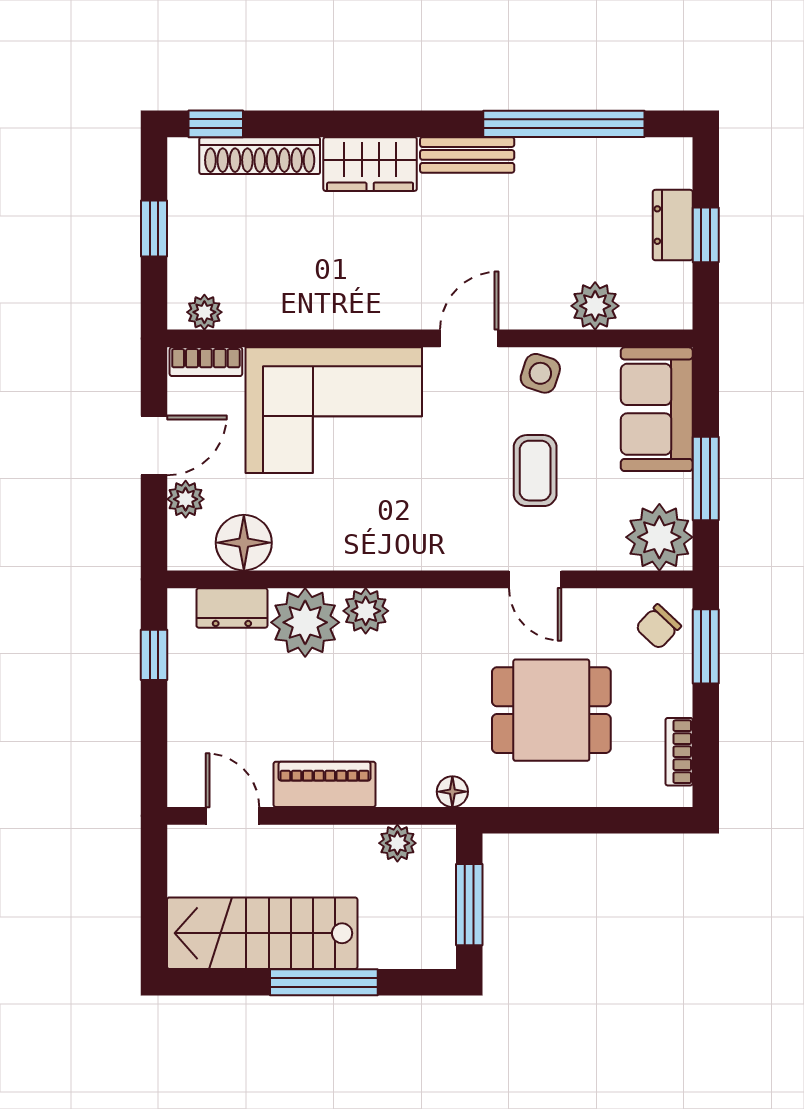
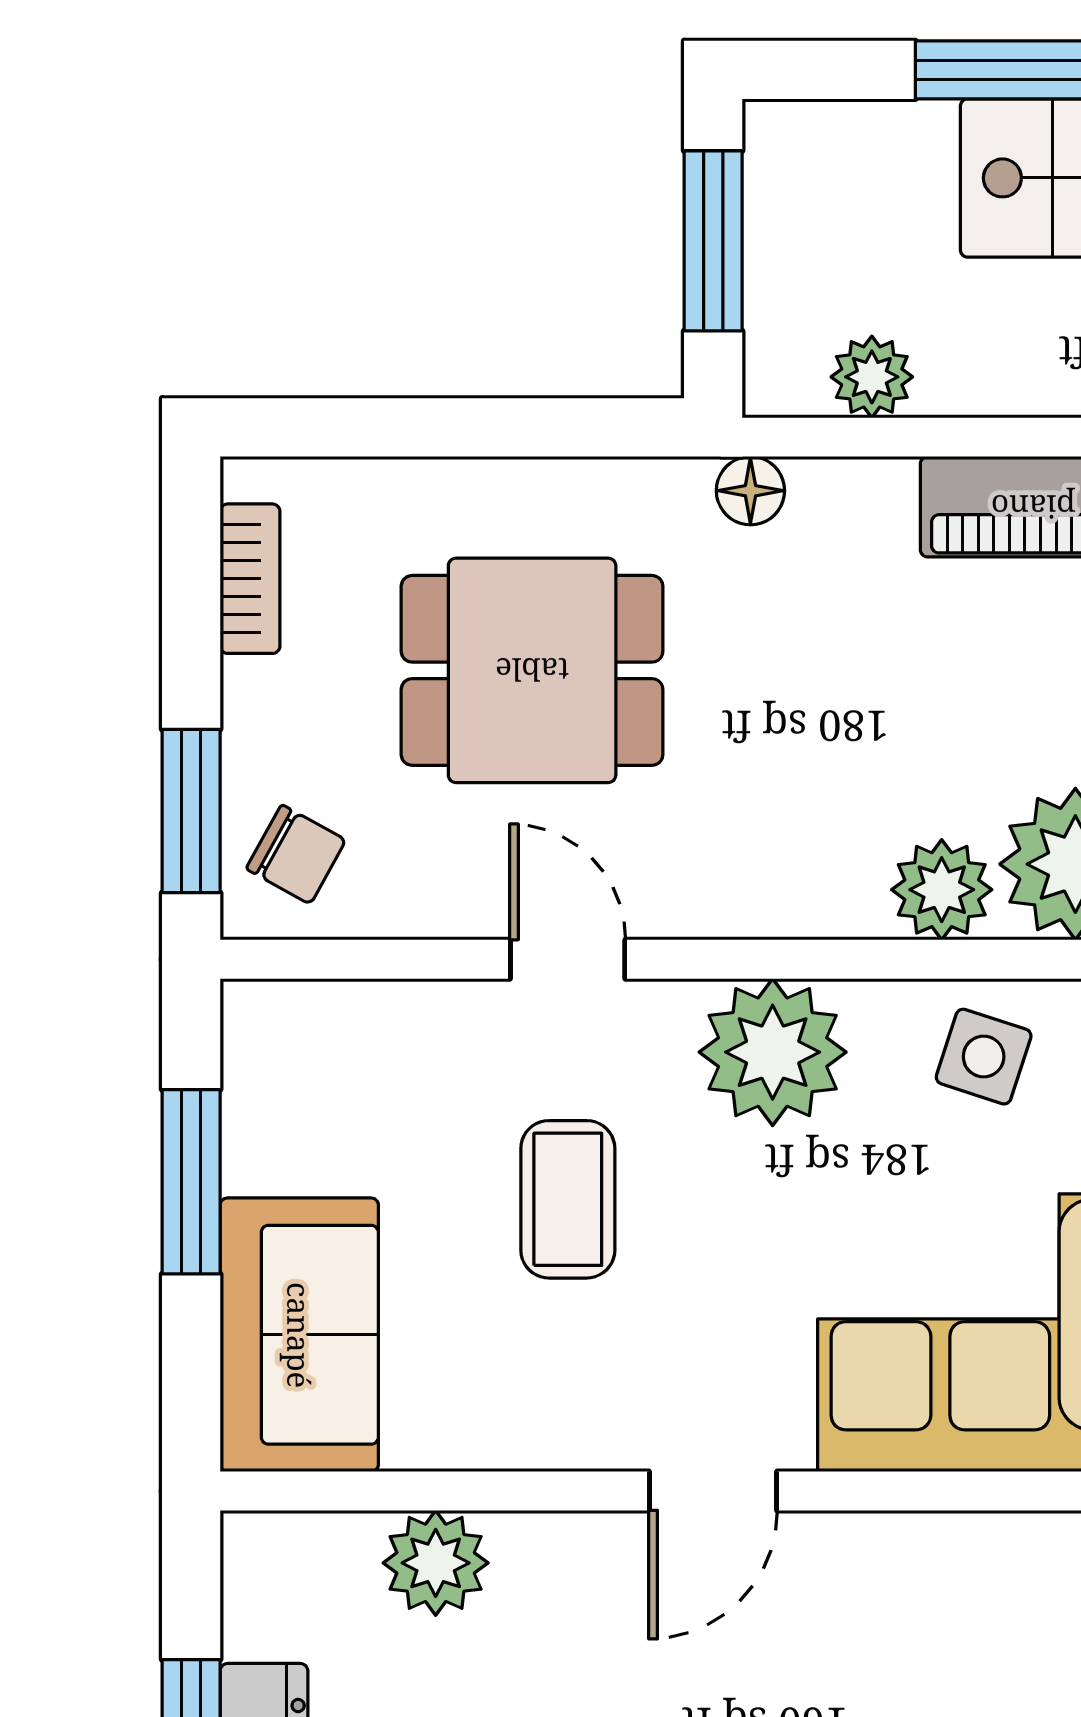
side table: (540, 373) -> (984, 1057), moved
plant: (659, 537) -> (773, 1052), moved
chair: (658, 627) -> (296, 854), turned 76

